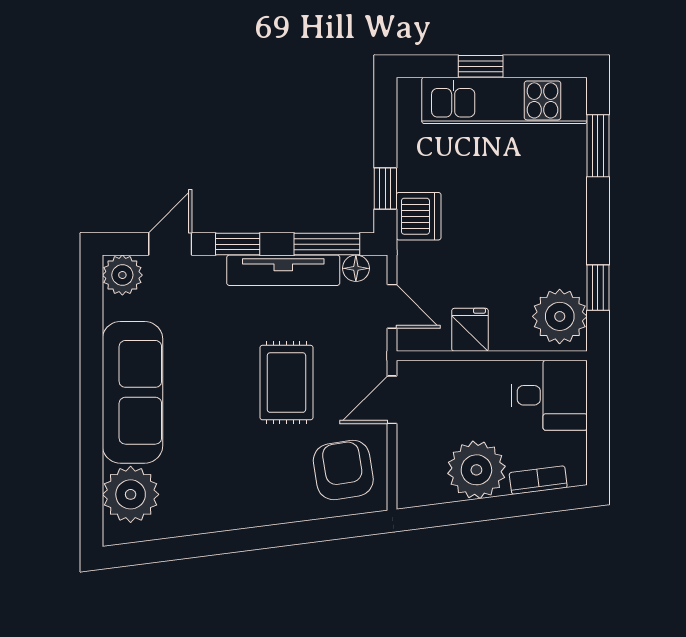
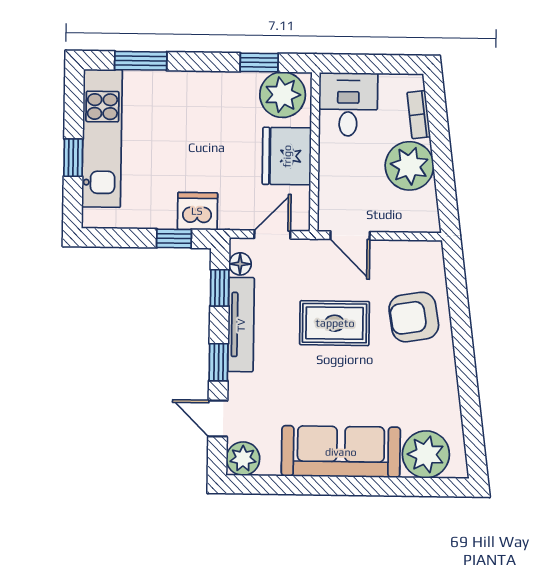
window: (327, 244) -> (220, 288), width x0.67
fridge: (470, 330) -> (287, 156), width x1.88, depth x1.34
armchair: (343, 470) -> (414, 317), moved

